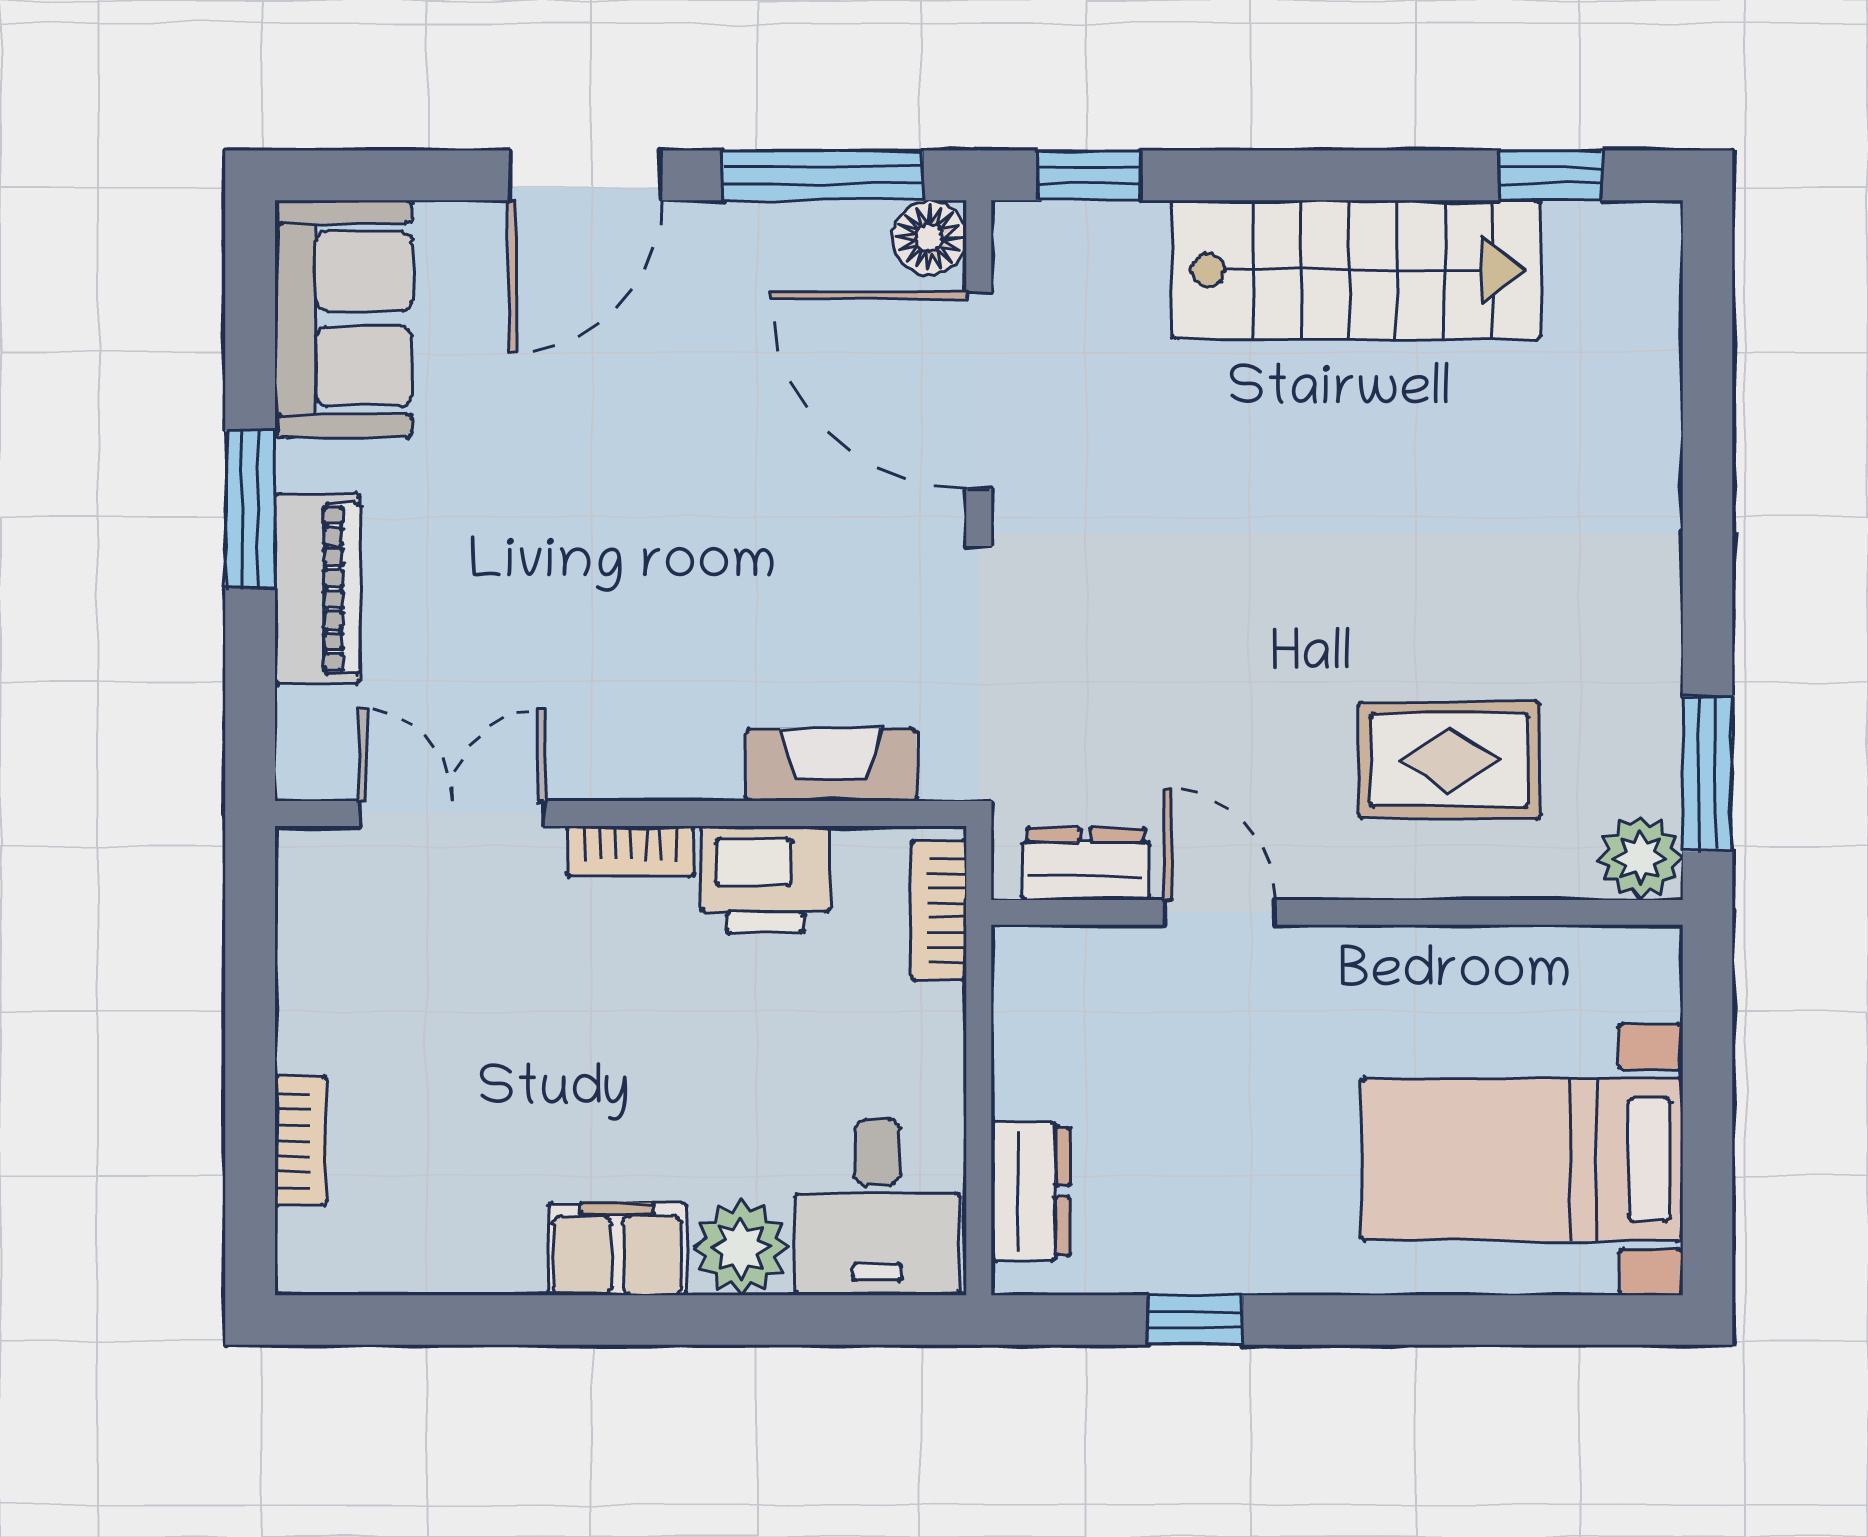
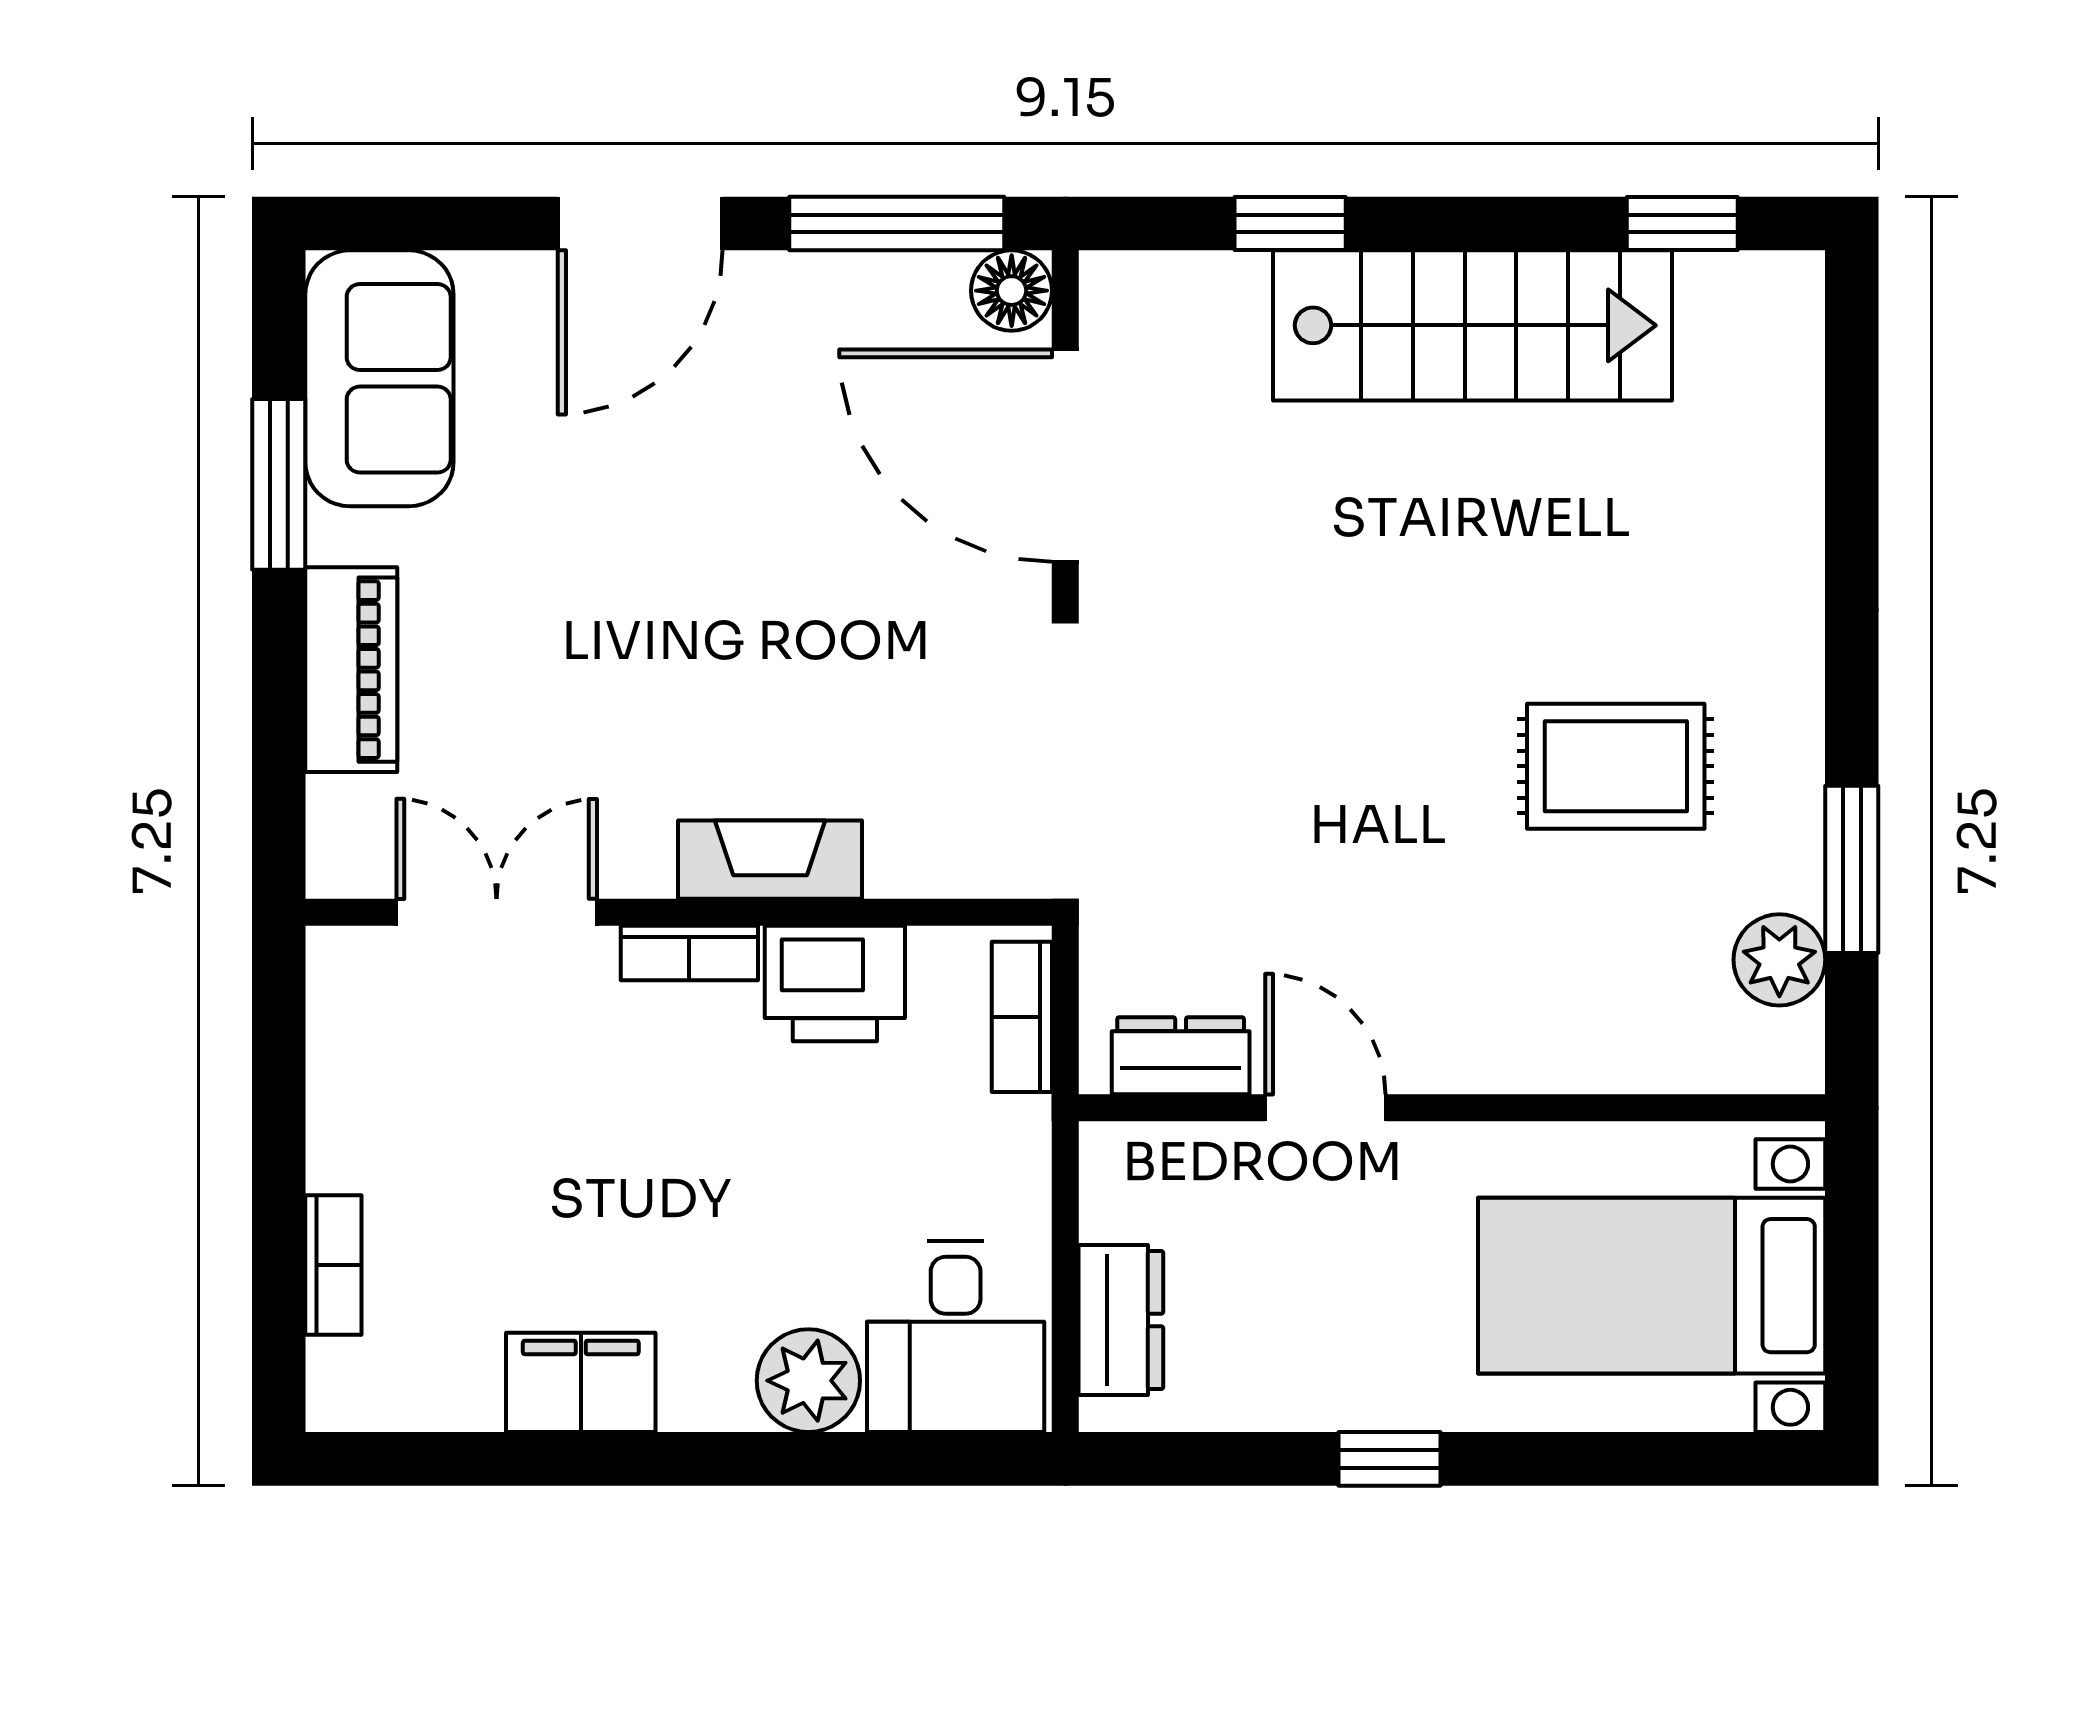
window: (1089, 175) -> (1290, 224), moved
window: (250, 509) -> (279, 484), moved
rug: (1449, 760) -> (1616, 766), moved
fireplace: (831, 765) -> (770, 860), moved
dresser: (1086, 864) -> (1181, 1056), moved
door: (1220, 912) -> (1325, 1108), moved
wall: (1337, 912) -> (1452, 1108), moved
filing cabinet: (617, 1249) -> (581, 1382), moved
window: (1195, 1320) -> (1390, 1459), moved

